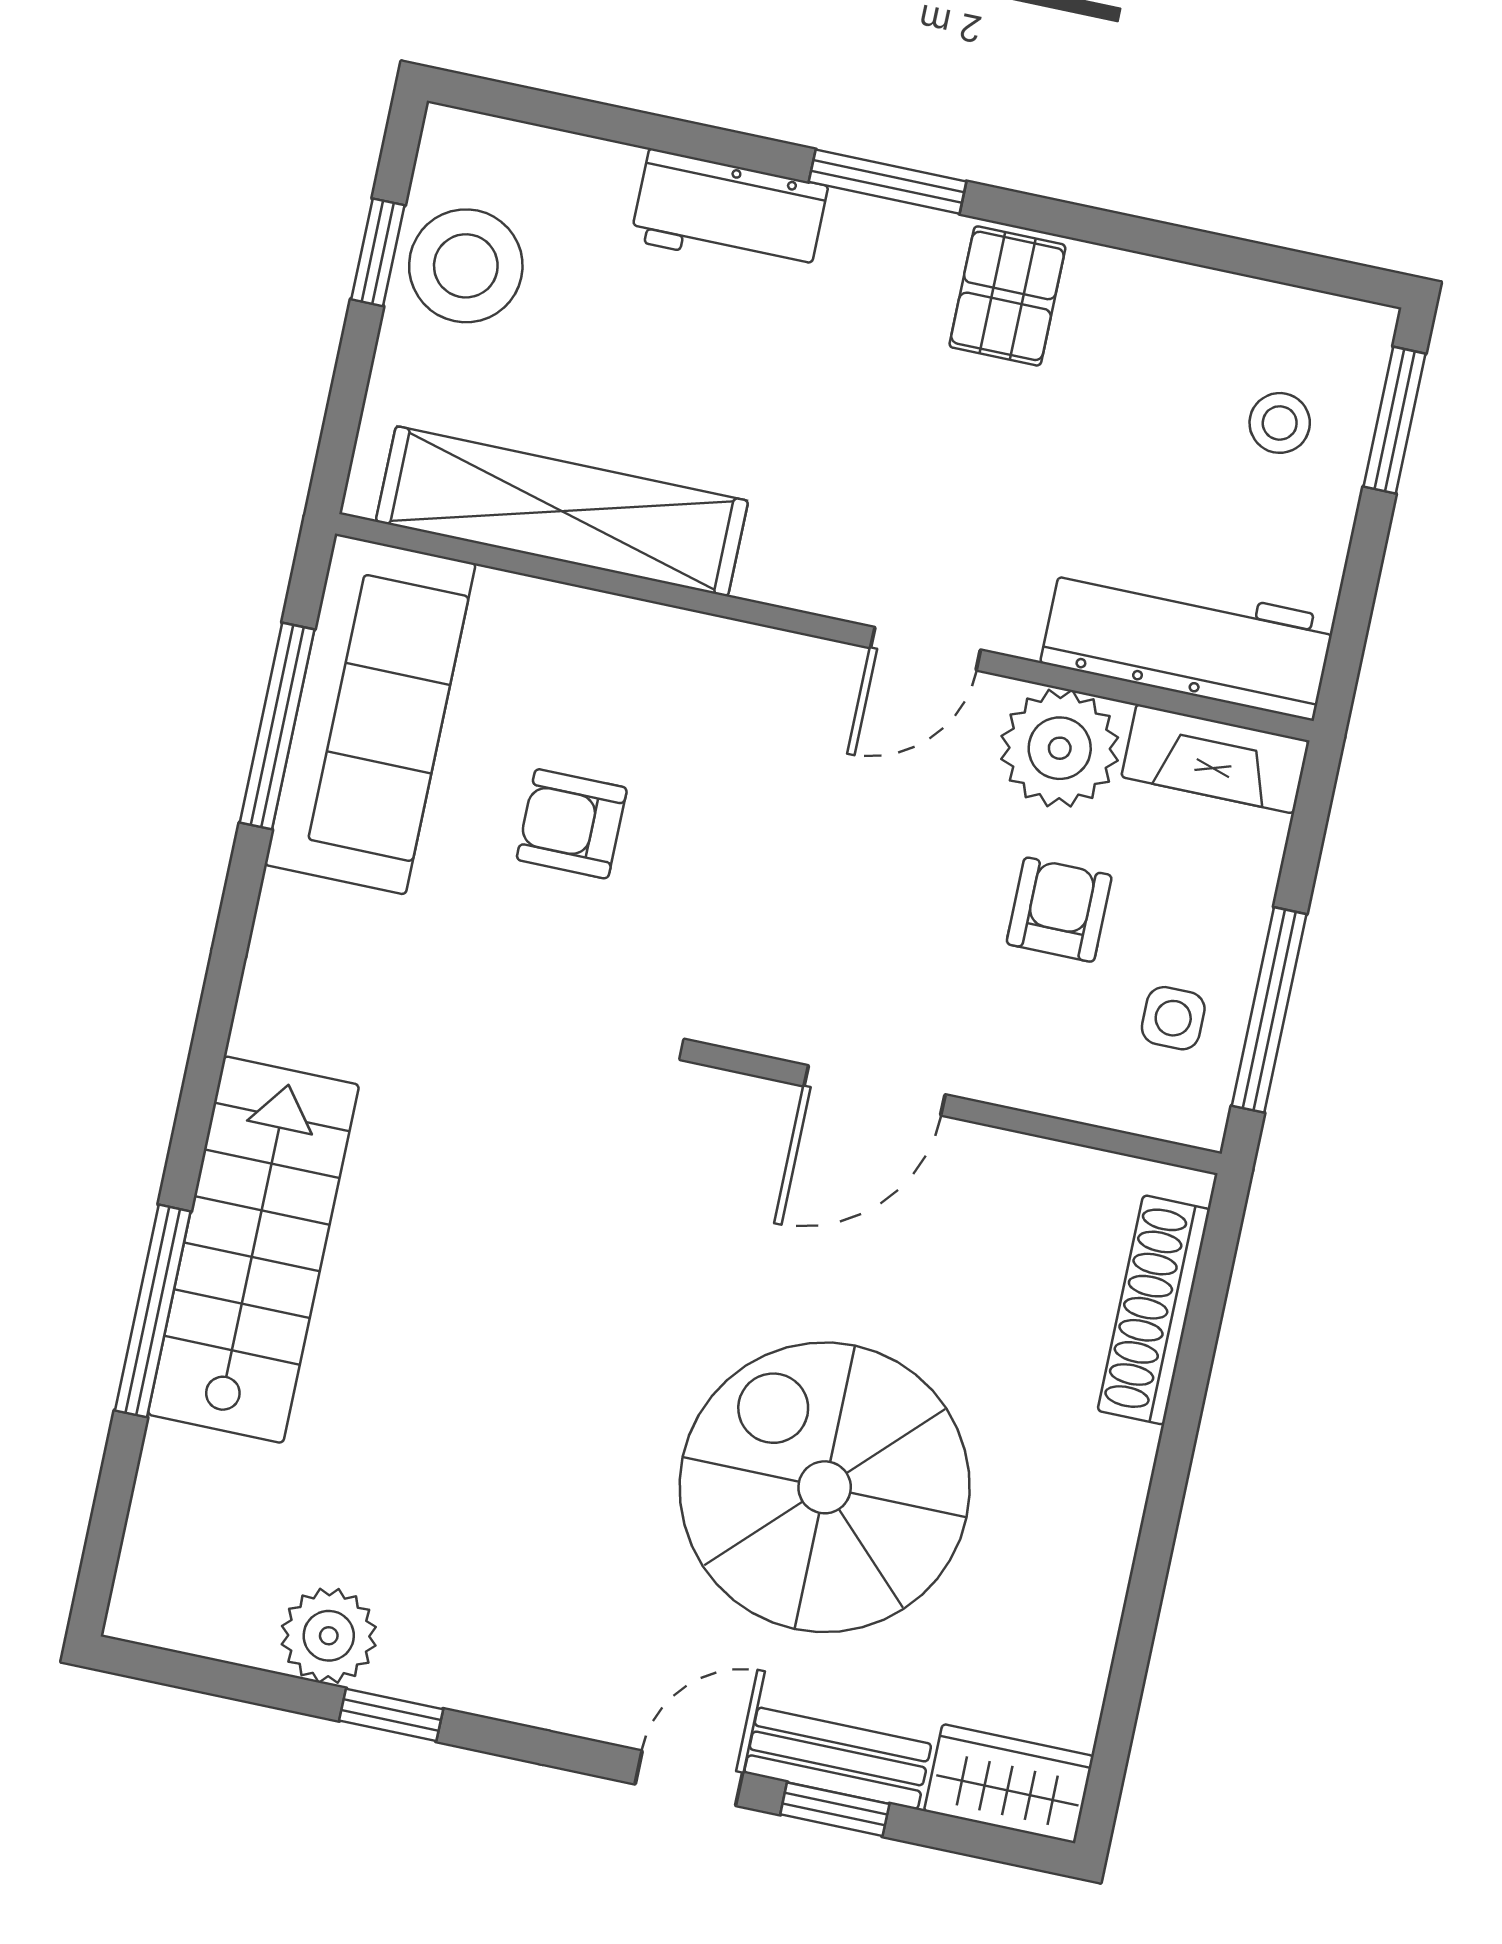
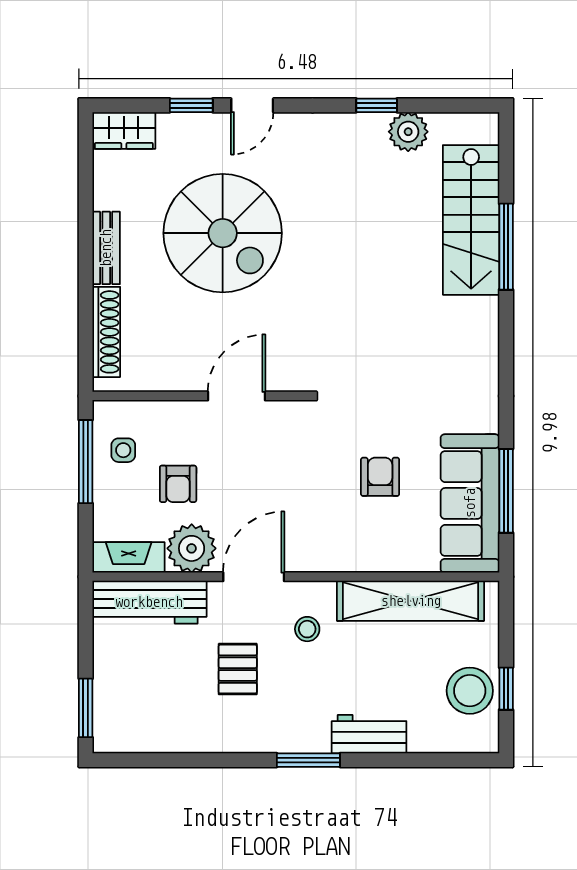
pallet: (1007, 296) -> (238, 669), moved
stool: (1280, 423) -> (307, 629), moved
door: (925, 649) -> (254, 577), width x1.38
armchair: (572, 824) -> (380, 477), turned -90
stairs: (253, 1250) -> (471, 220), moved
bench: (838, 1758) -> (106, 248), moved, turned 90

